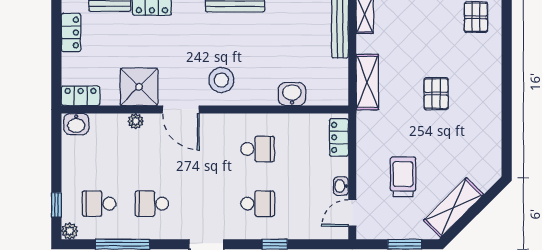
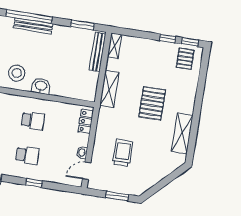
washbasin: (292, 94) -> (41, 86), moved
pallet: (436, 94) -> (152, 103), width x1.50, depth x1.42
shelving: (453, 207) -> (182, 133), moved, turned -45

